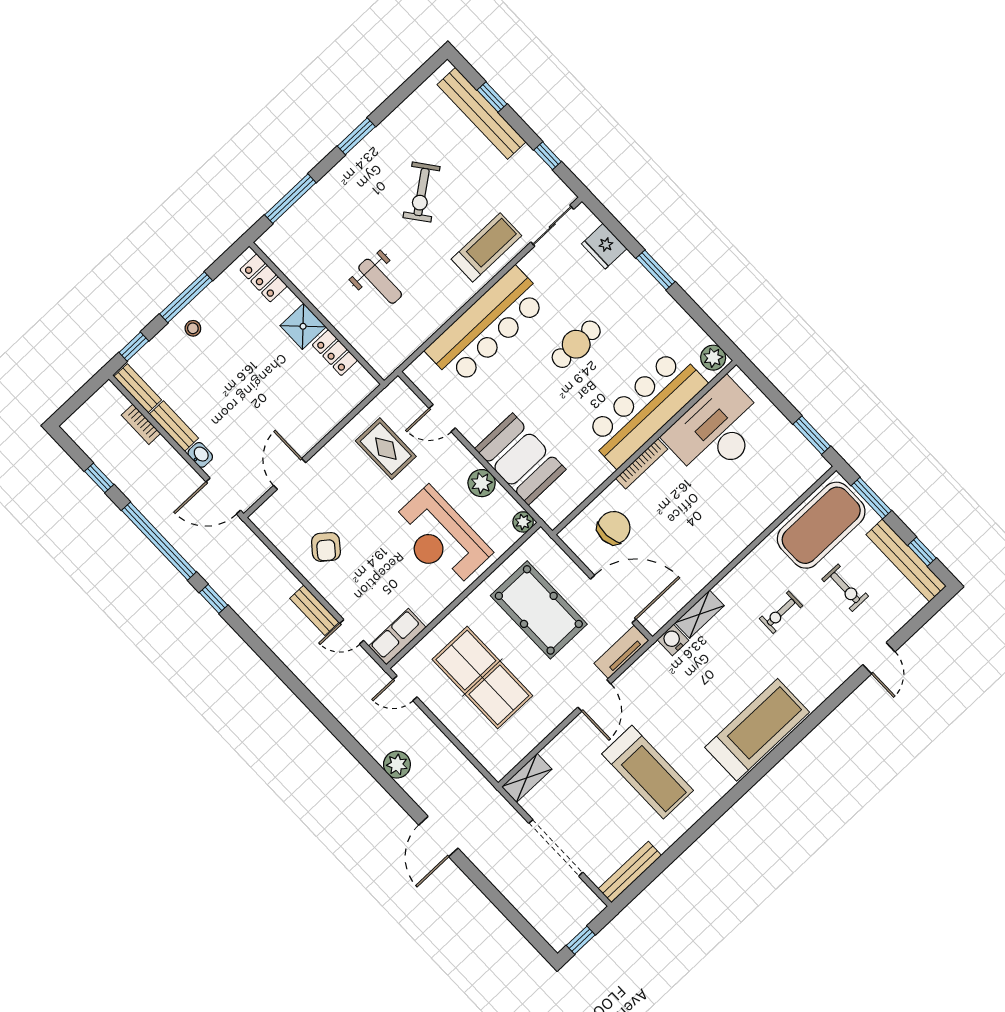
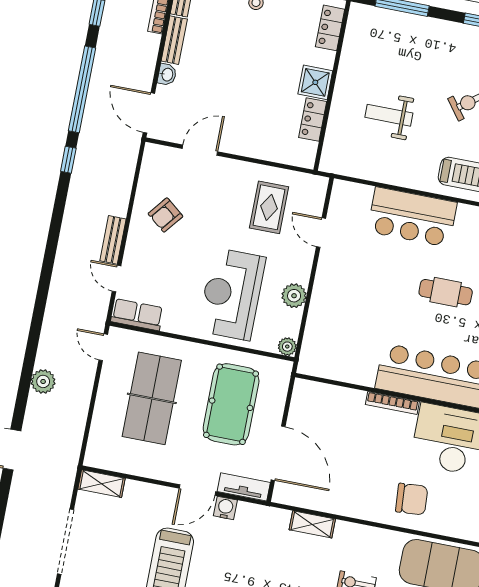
weight bench: (380, 281) -> (389, 115), turned 90
bar counter: (487, 326) -> (412, 217), width x0.73
booth: (520, 459) -> (332, 311), removed
chair: (614, 528) -> (412, 499), moved
water cooler: (673, 640) -> (225, 508), moved

